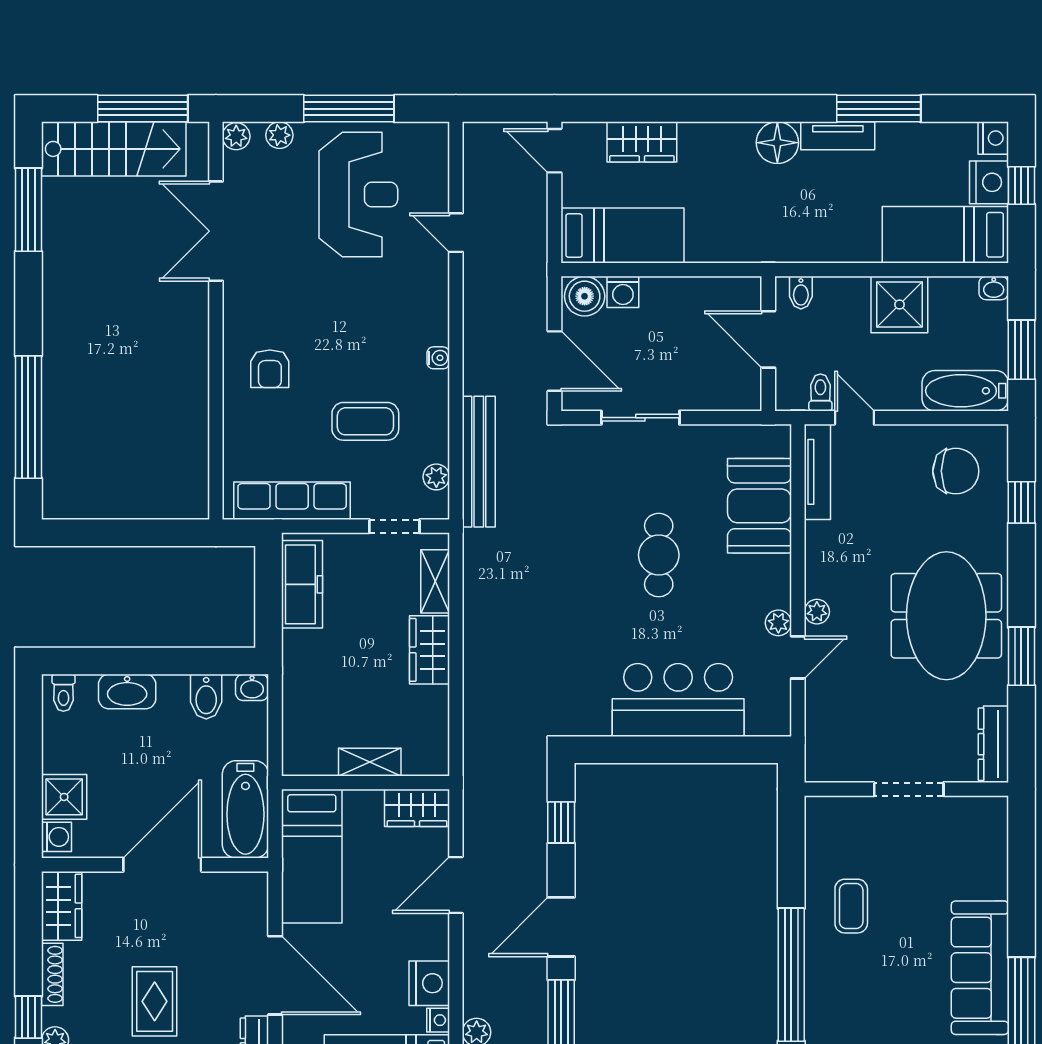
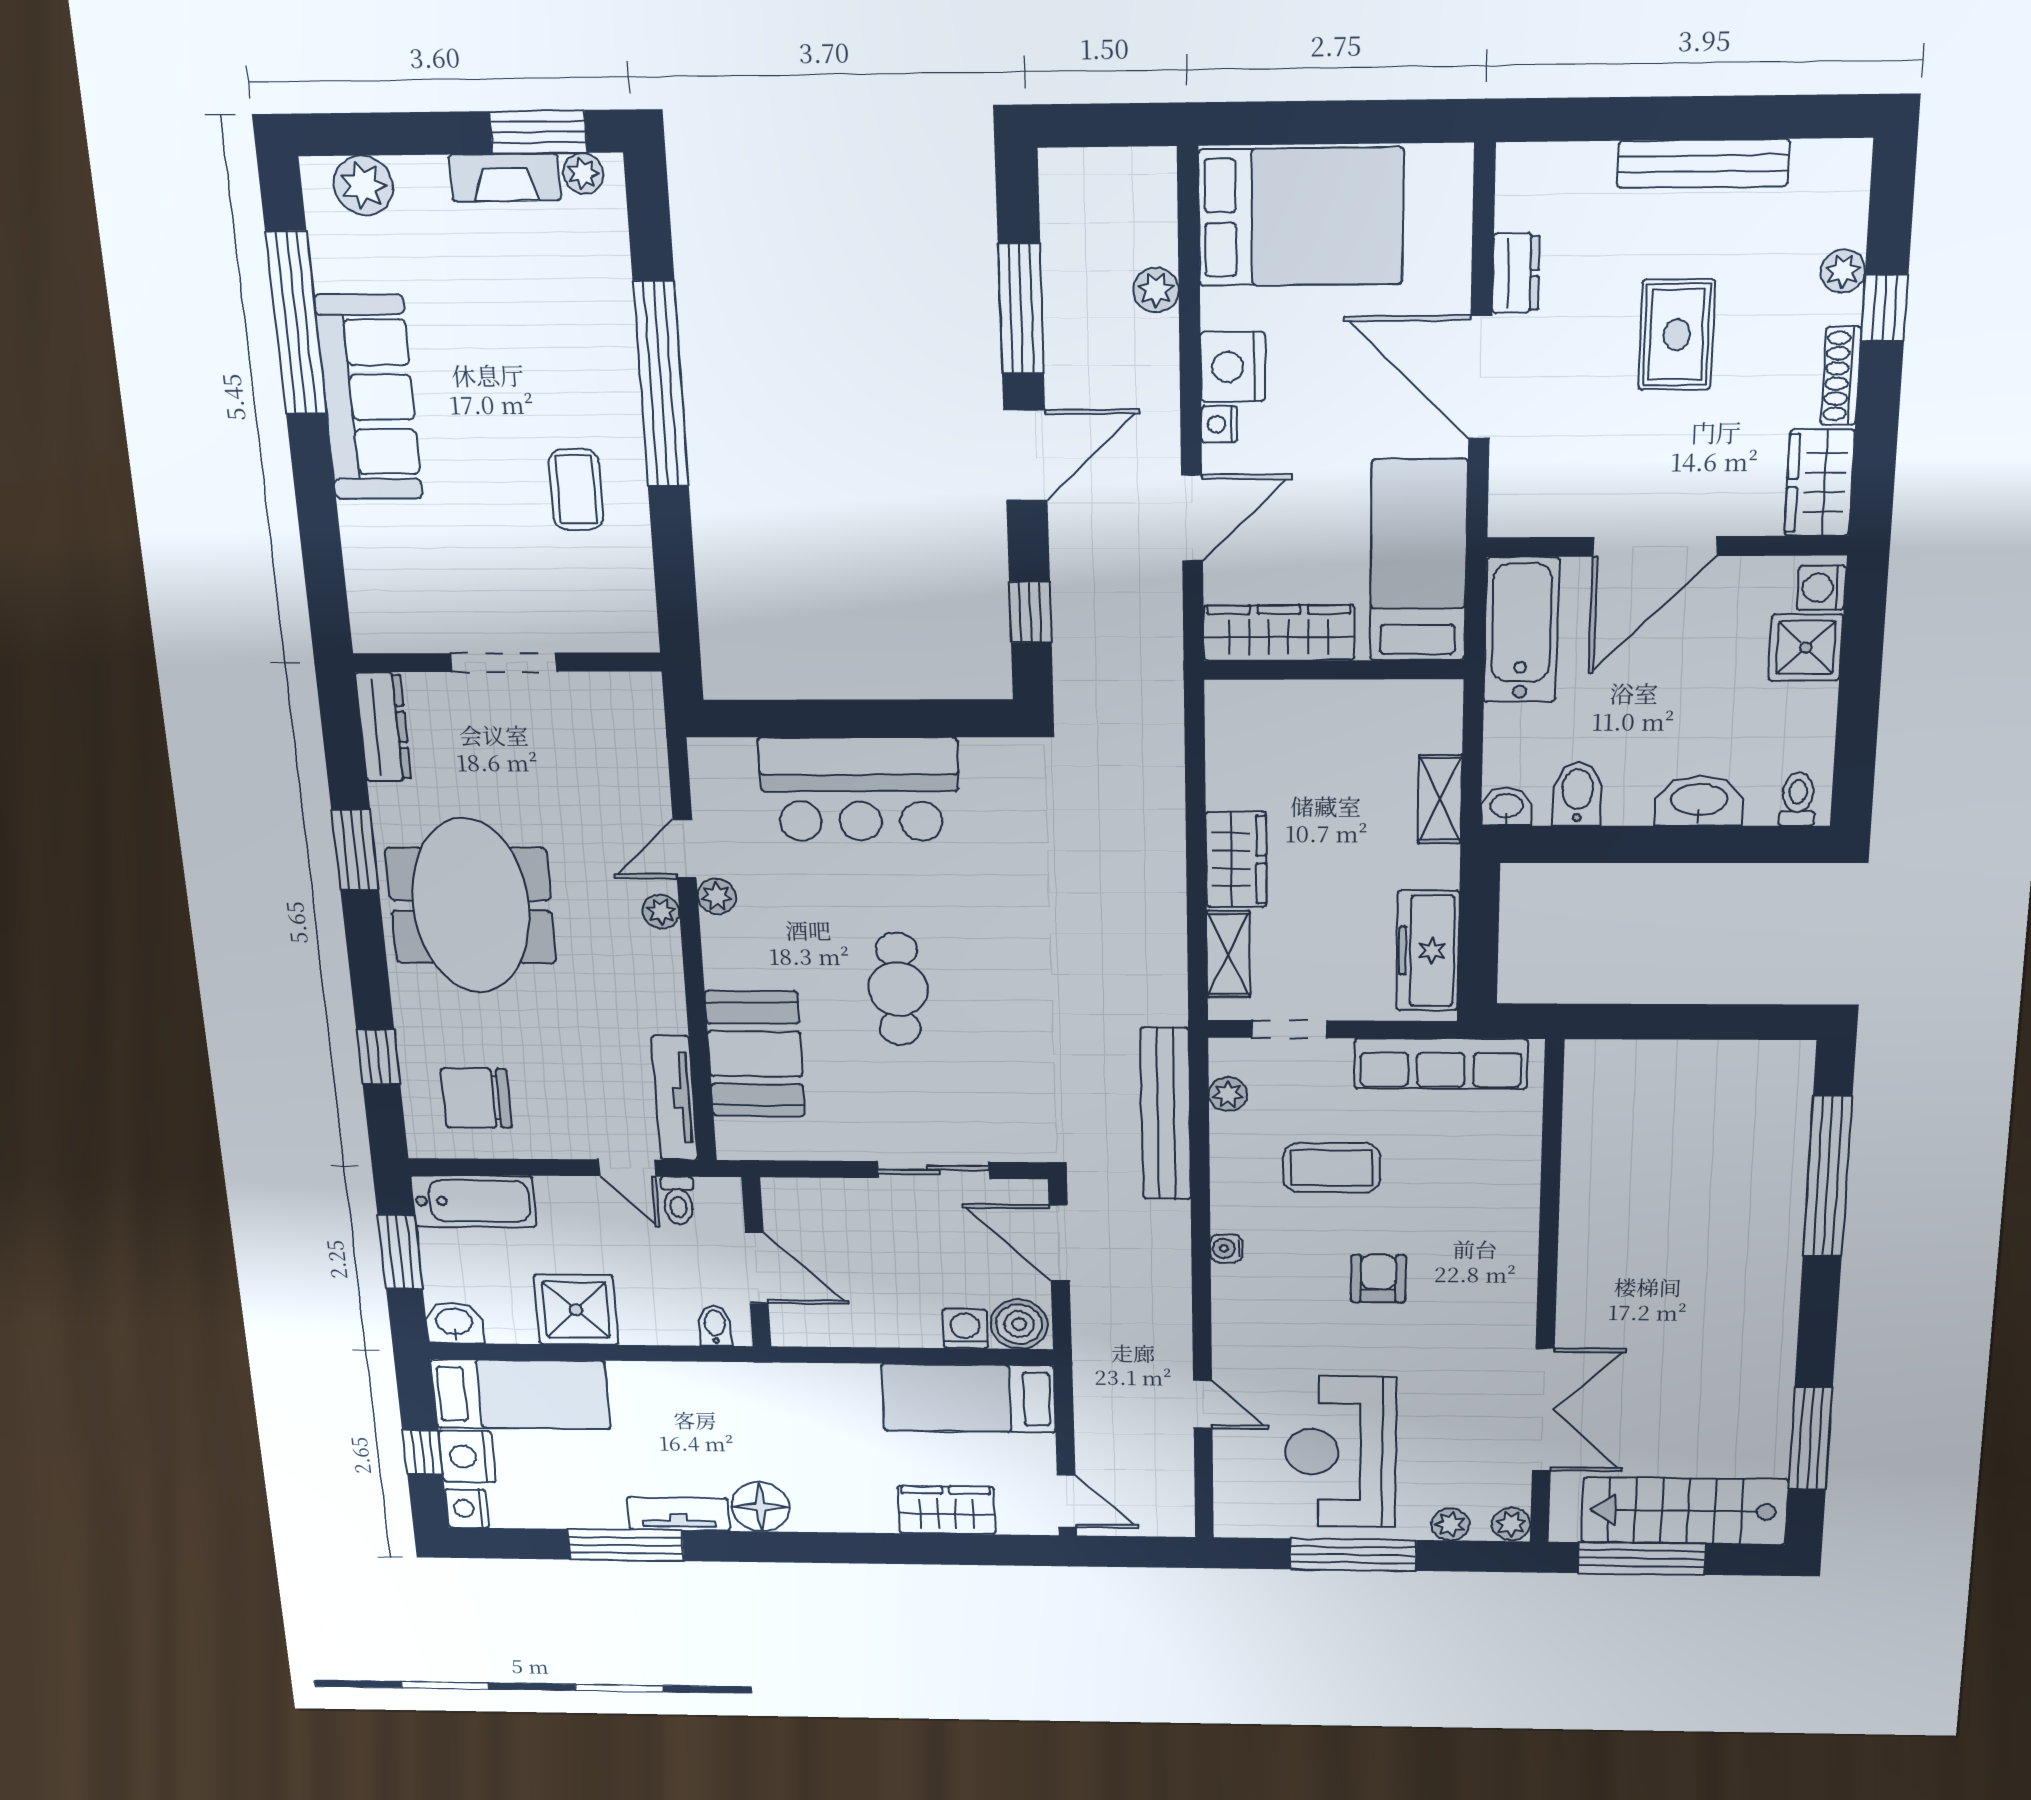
washbasin: (994, 288) -> (454, 1322), width x1.38, depth x1.45
armchair: (270, 369) -> (1378, 1279), moved
shelving: (370, 762) -> (1440, 799), moved, turned 90
wardrobe: (417, 808) -> (1279, 633), width x1.50
nightstand: (438, 1020) -> (1219, 424), moved

